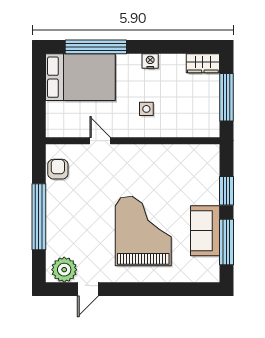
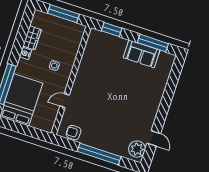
wardrobe: (203, 63) -> (32, 38), moved
window: (226, 191) -> (112, 30), moved
grand piano: (143, 231) -> (129, 92), removed

